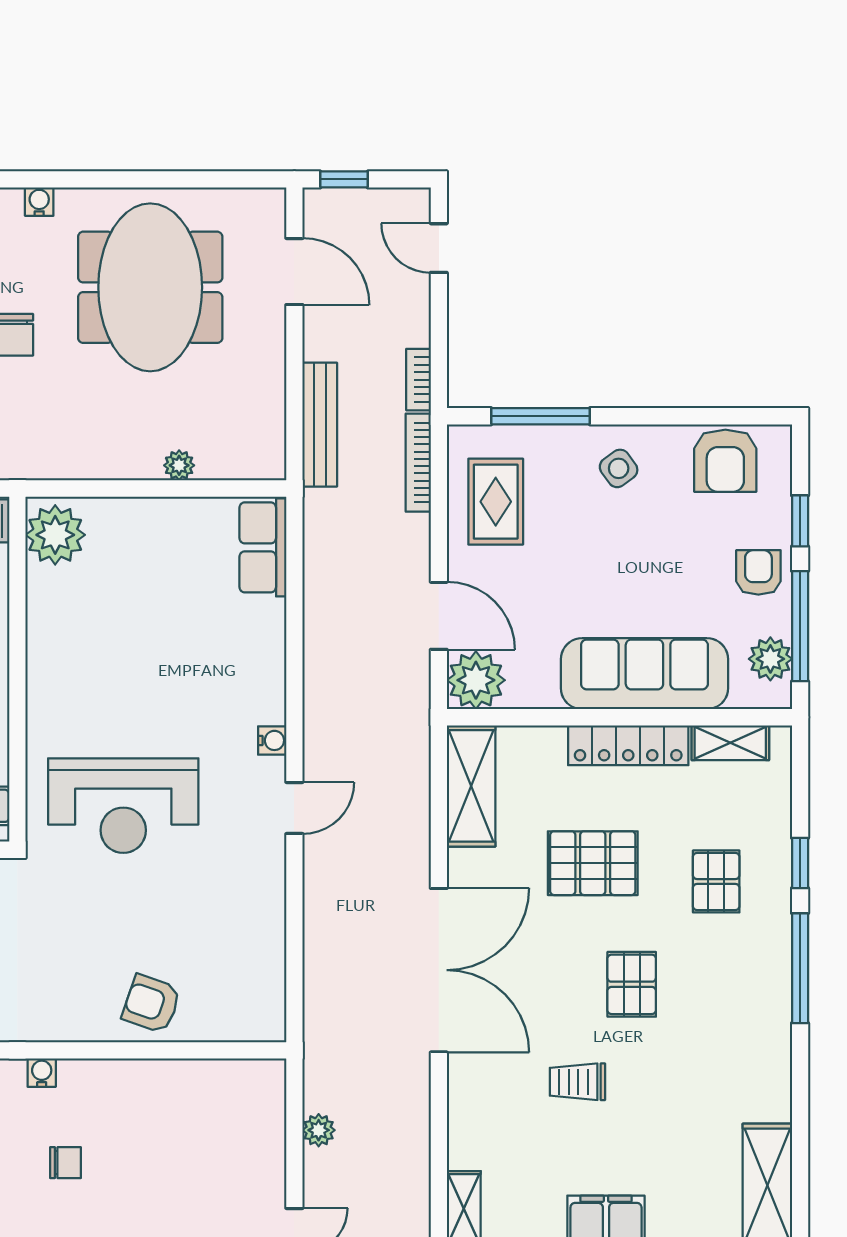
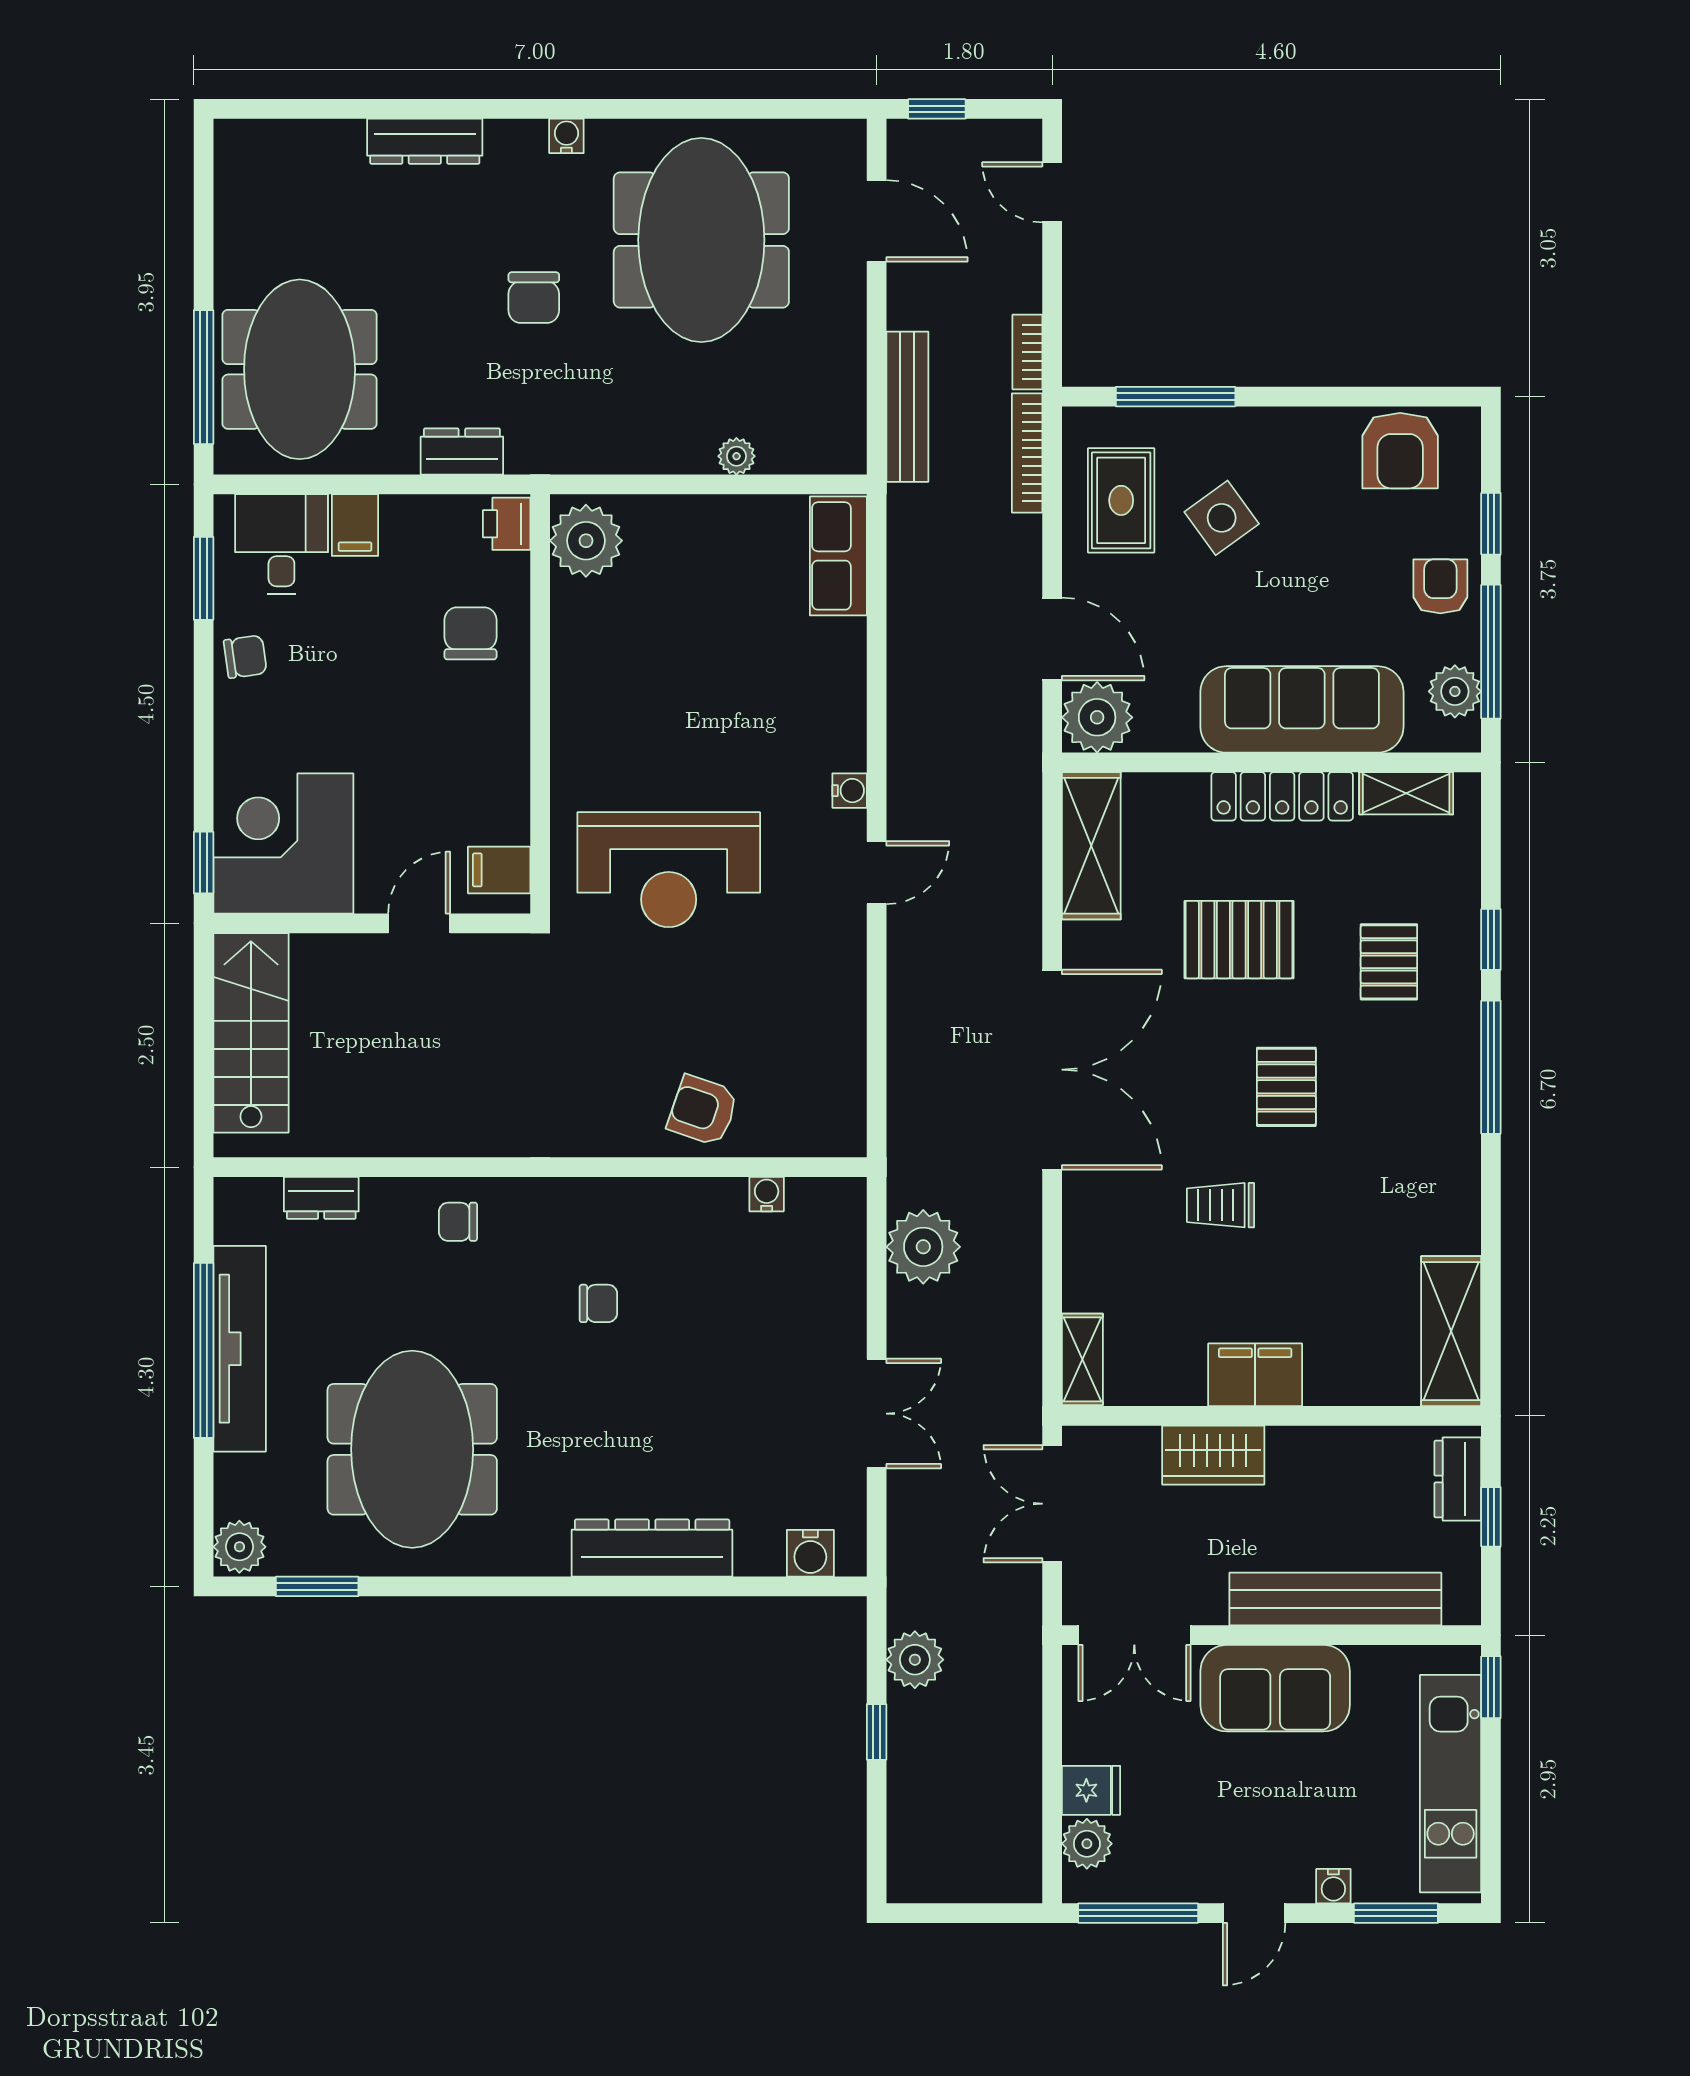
side table: (619, 468) -> (1222, 518), moved, width x1.37, depth x1.37
water cooler: (42, 1073) -> (767, 1194), moved
plant: (319, 1130) -> (923, 1247), width x1.87, depth x1.87

